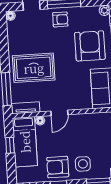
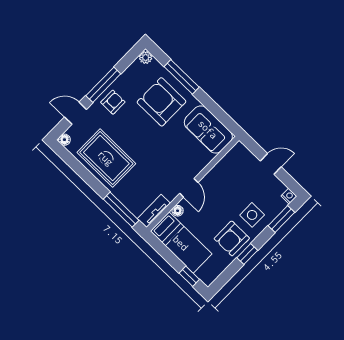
rug: (34, 68) -> (106, 158), moved, turned 90
window: (10, 145) -> (189, 276), moved

